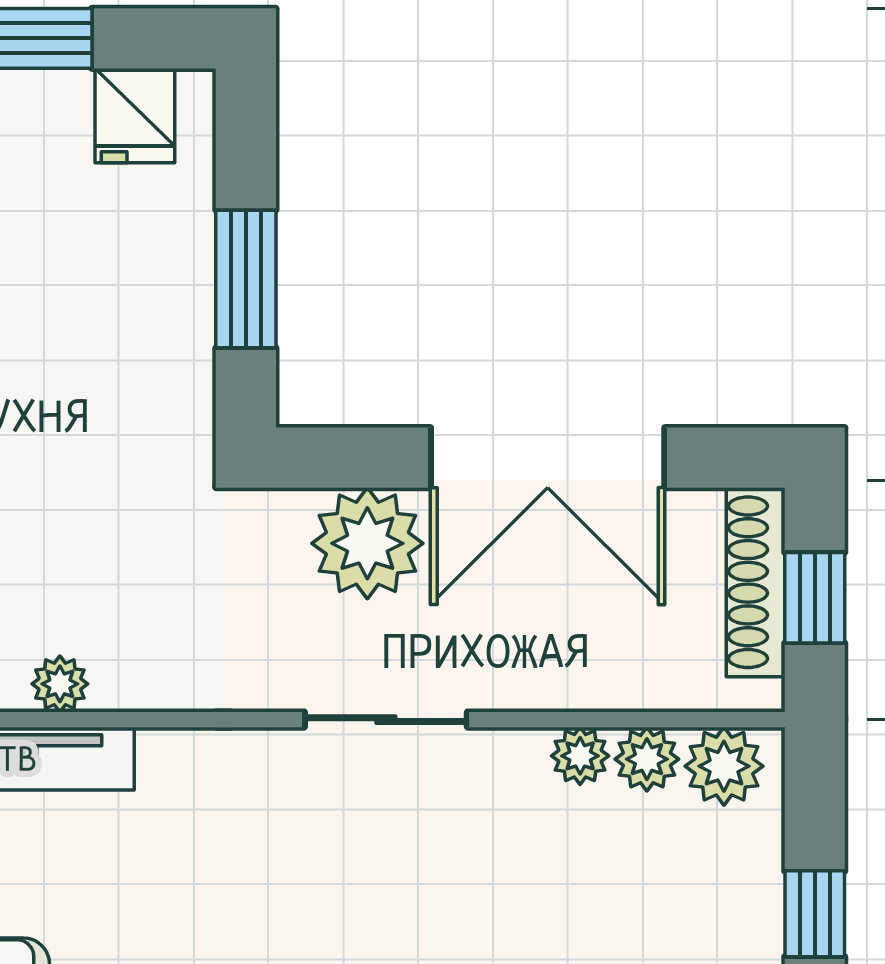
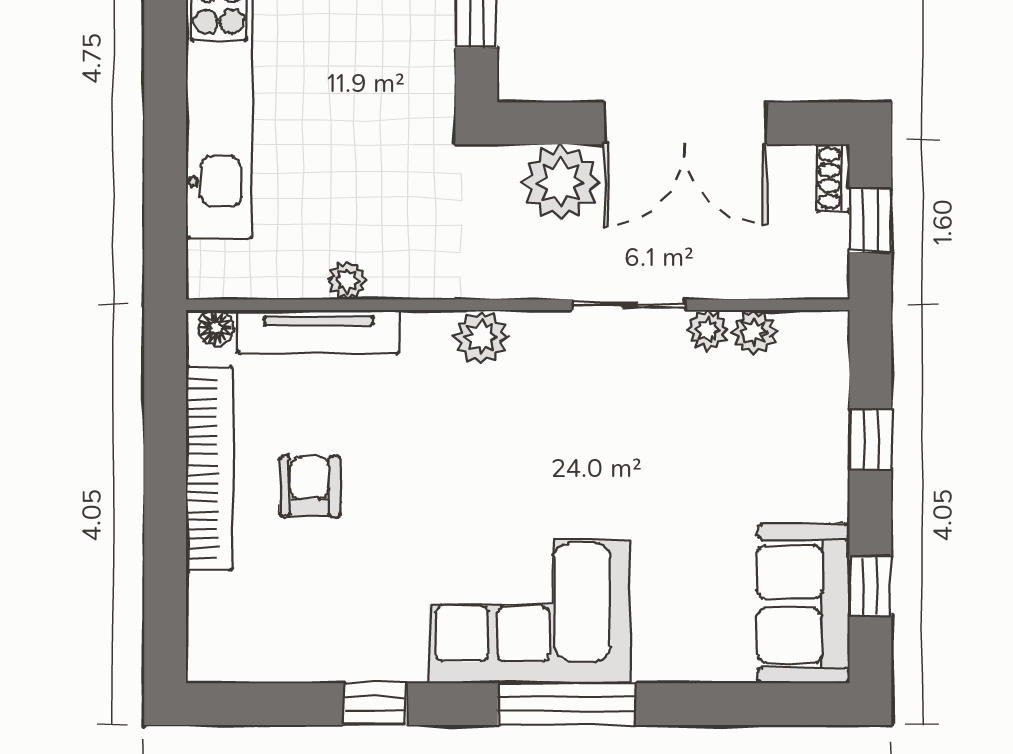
shoe rack: (756, 582) -> (833, 178), width x0.51, depth x0.81
sliding door: (386, 720) -> (629, 305), moved
plant: (724, 766) -> (481, 337), moved

